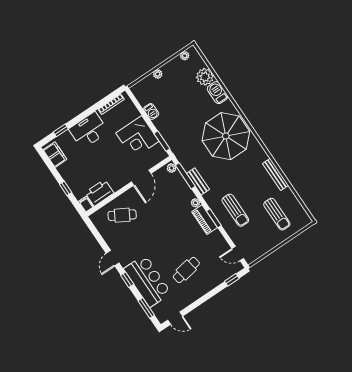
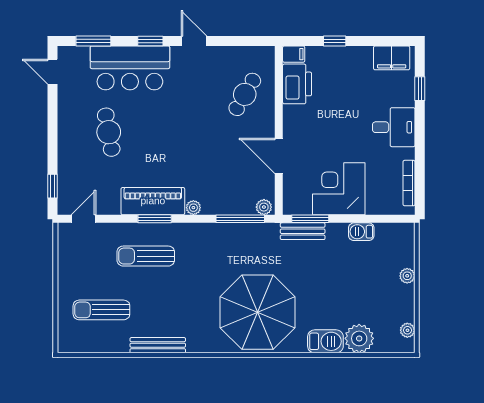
desk: (89, 130) -> (394, 127), width x0.73
bench: (198, 181) -> (303, 231), moved
piano: (205, 220) -> (153, 201), width x1.37, depth x1.33
door: (175, 318) -> (52, 72), hinge flipped

